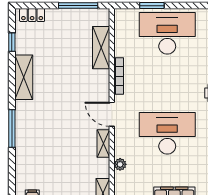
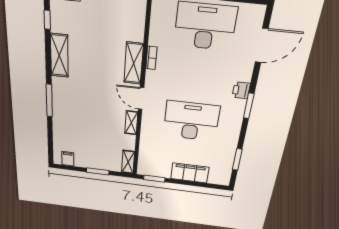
shelving: (101, 48) -> (134, 63), moved
bookcase: (119, 76) -> (151, 58), width x0.64
plant: (120, 164) -> (145, 141), removed

